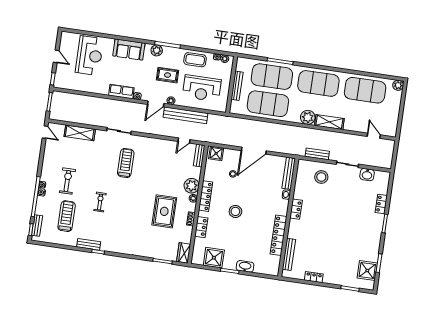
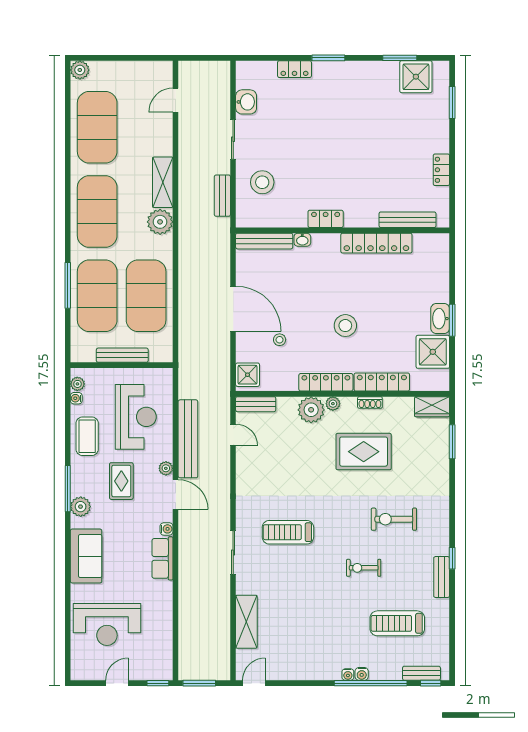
reception desk: (89, 56) -> (107, 624), turned 180
exercise bike: (67, 181) -> (394, 519), moved
locker: (201, 227) -> (382, 382), width x1.53
washbasin: (245, 266) -> (440, 319), moved

